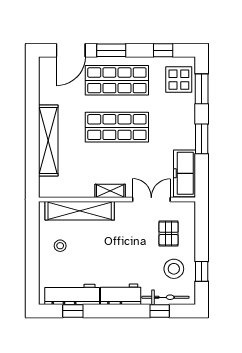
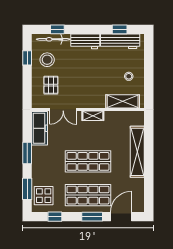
shelving: (80, 211) -> (123, 101), width x0.68

